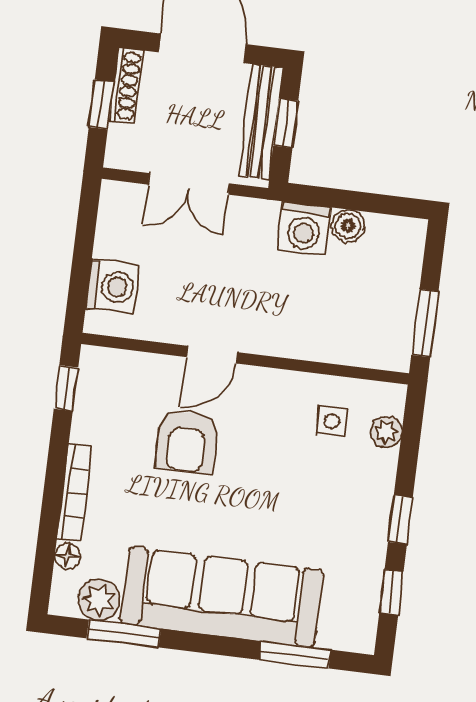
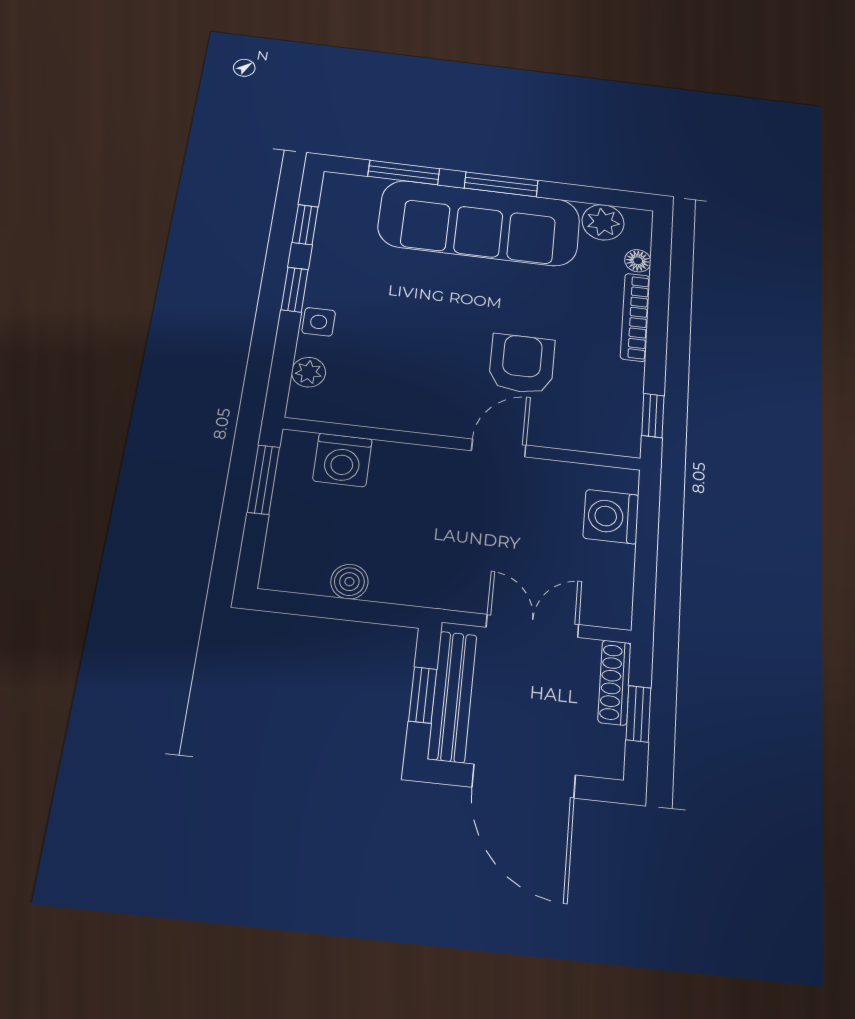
shoe rack: (126, 86) -> (614, 682), moved
washing machine: (304, 228) -> (342, 460), moved, turned 180
side table: (332, 421) -> (319, 322), moved
window: (124, 633) -> (501, 184), moved

